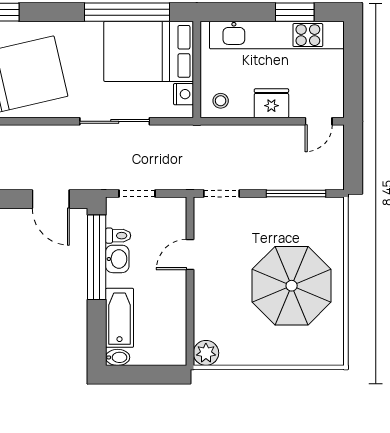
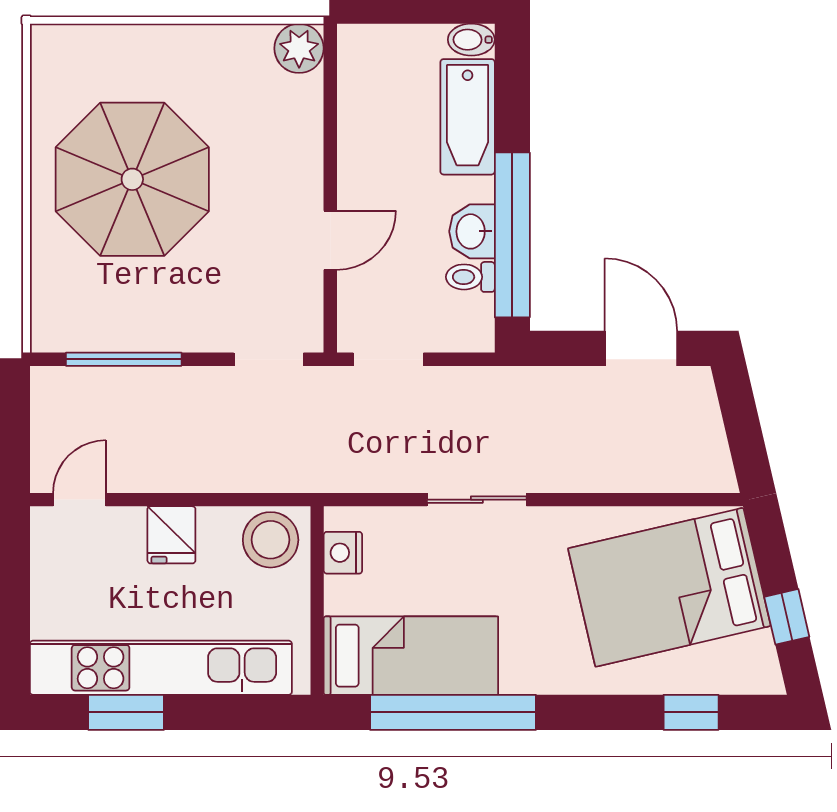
bed: (149, 51) -> (411, 656), width x0.67
stool: (221, 101) -> (271, 540), width x1.89, depth x1.89
fridge: (271, 103) -> (171, 535), width x0.72
sliding door: (115, 121) -> (477, 500), width x0.73
doorway: (137, 193) -> (388, 359), moved
door: (51, 199) -> (641, 348), moved

